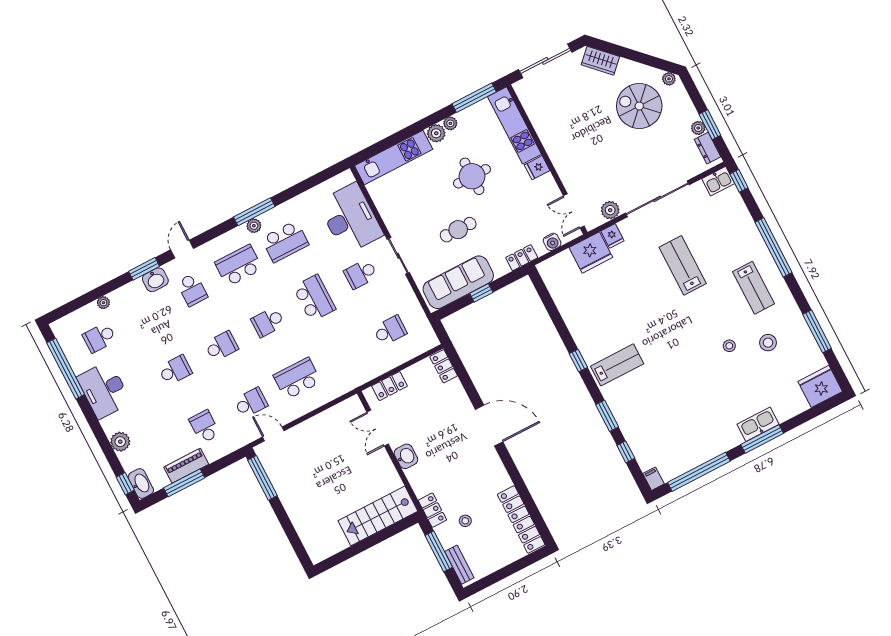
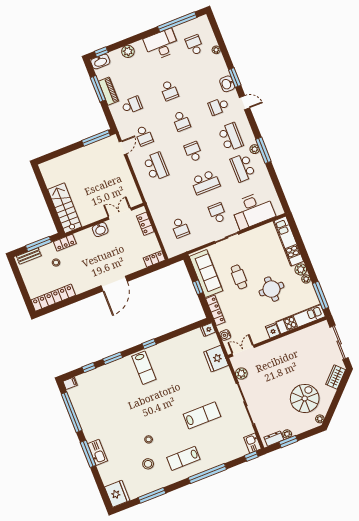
fridge: (612, 236) -> (208, 330), moved
locker: (522, 258) -> (215, 310), width x1.53

